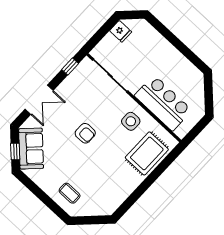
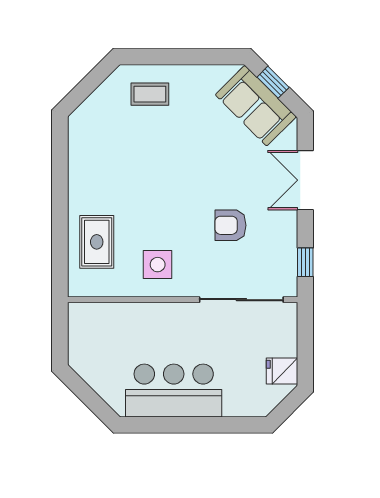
bar counter: (163, 103) -> (174, 391), moved, turned 180
armchair: (85, 133) -> (230, 225), moved
rug: (147, 153) -> (97, 242), width x0.73, depth x0.70

